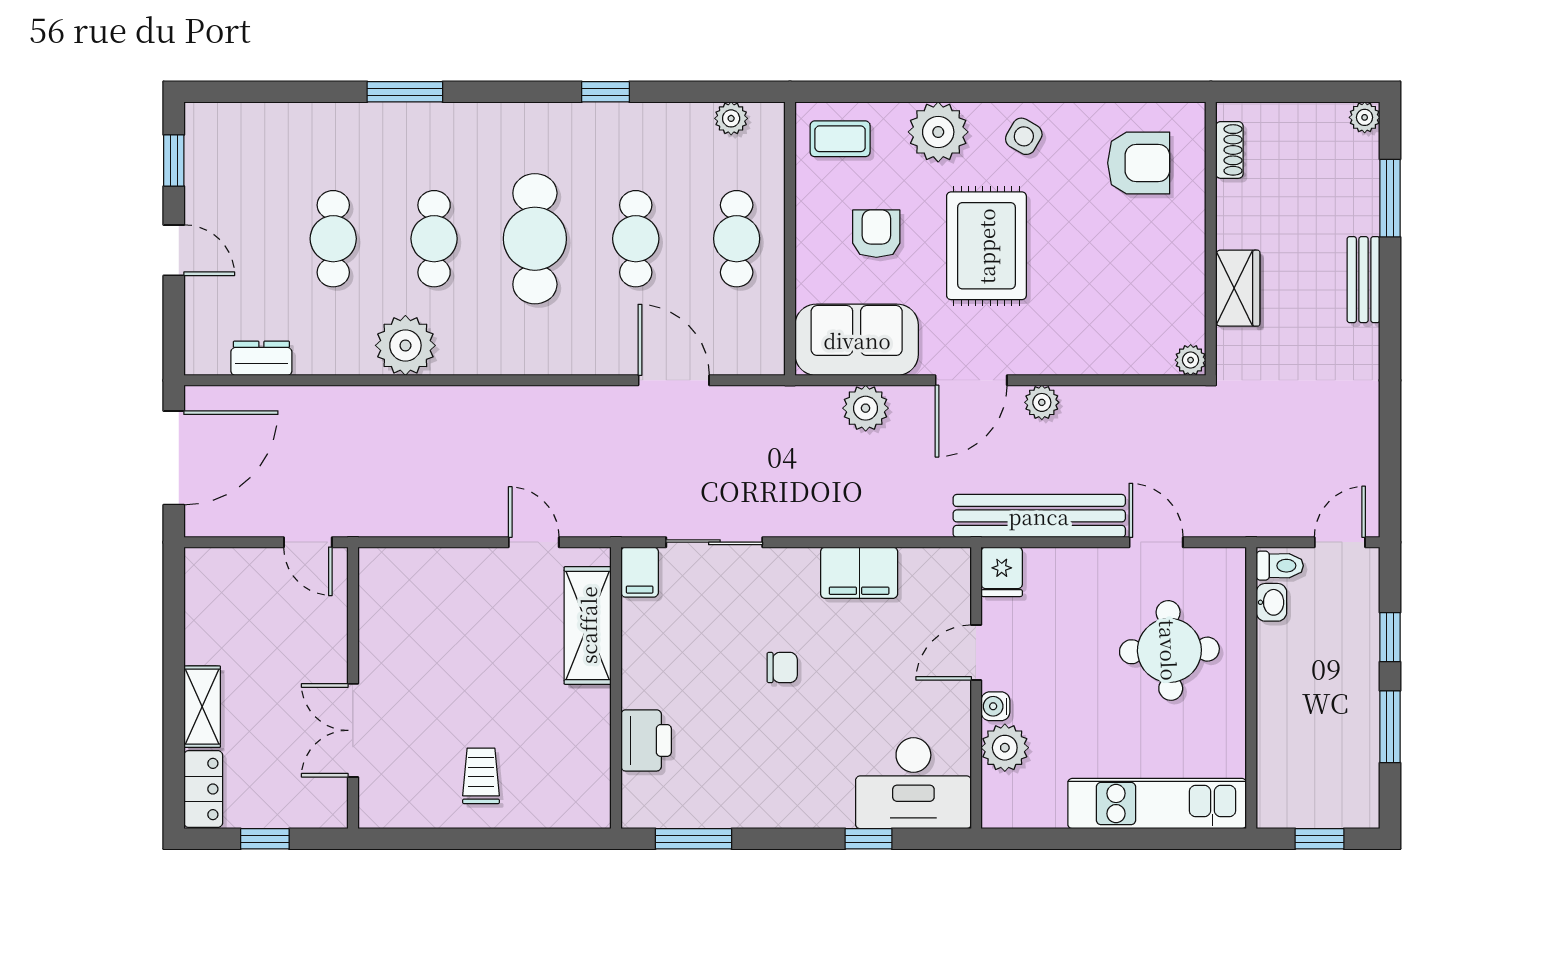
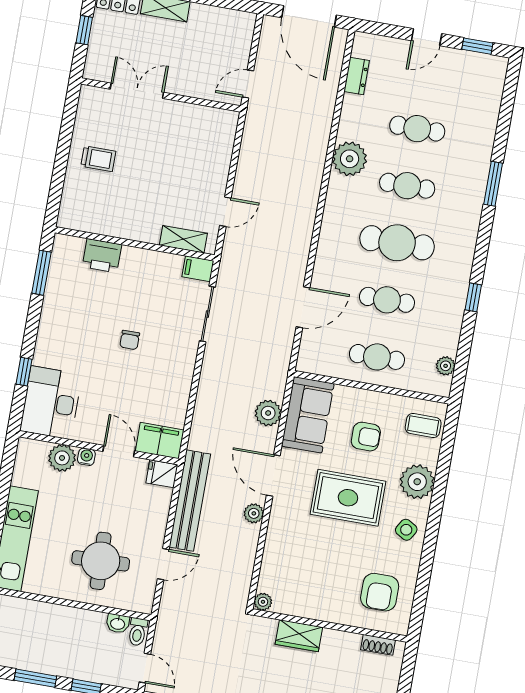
coffee table: (840, 139) -> (423, 425), turned 90
filing cabinet: (859, 573) -> (160, 441), moved, turned 90
shelving: (588, 625) -> (183, 239), width x0.67, depth x0.75

